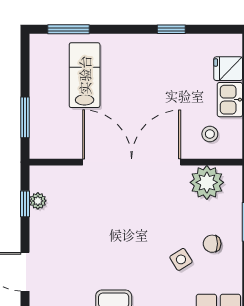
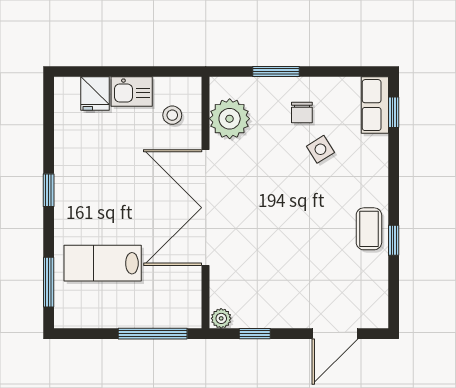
window: (171, 29) -> (49, 190), moved
window: (25, 117) -> (153, 334), width x1.44
plant: (38, 201) -> (221, 318), moved

